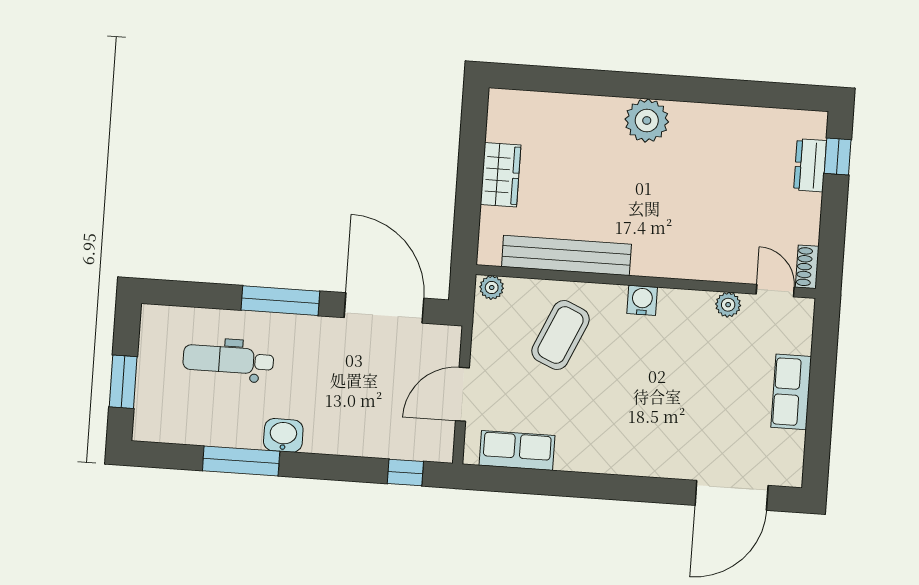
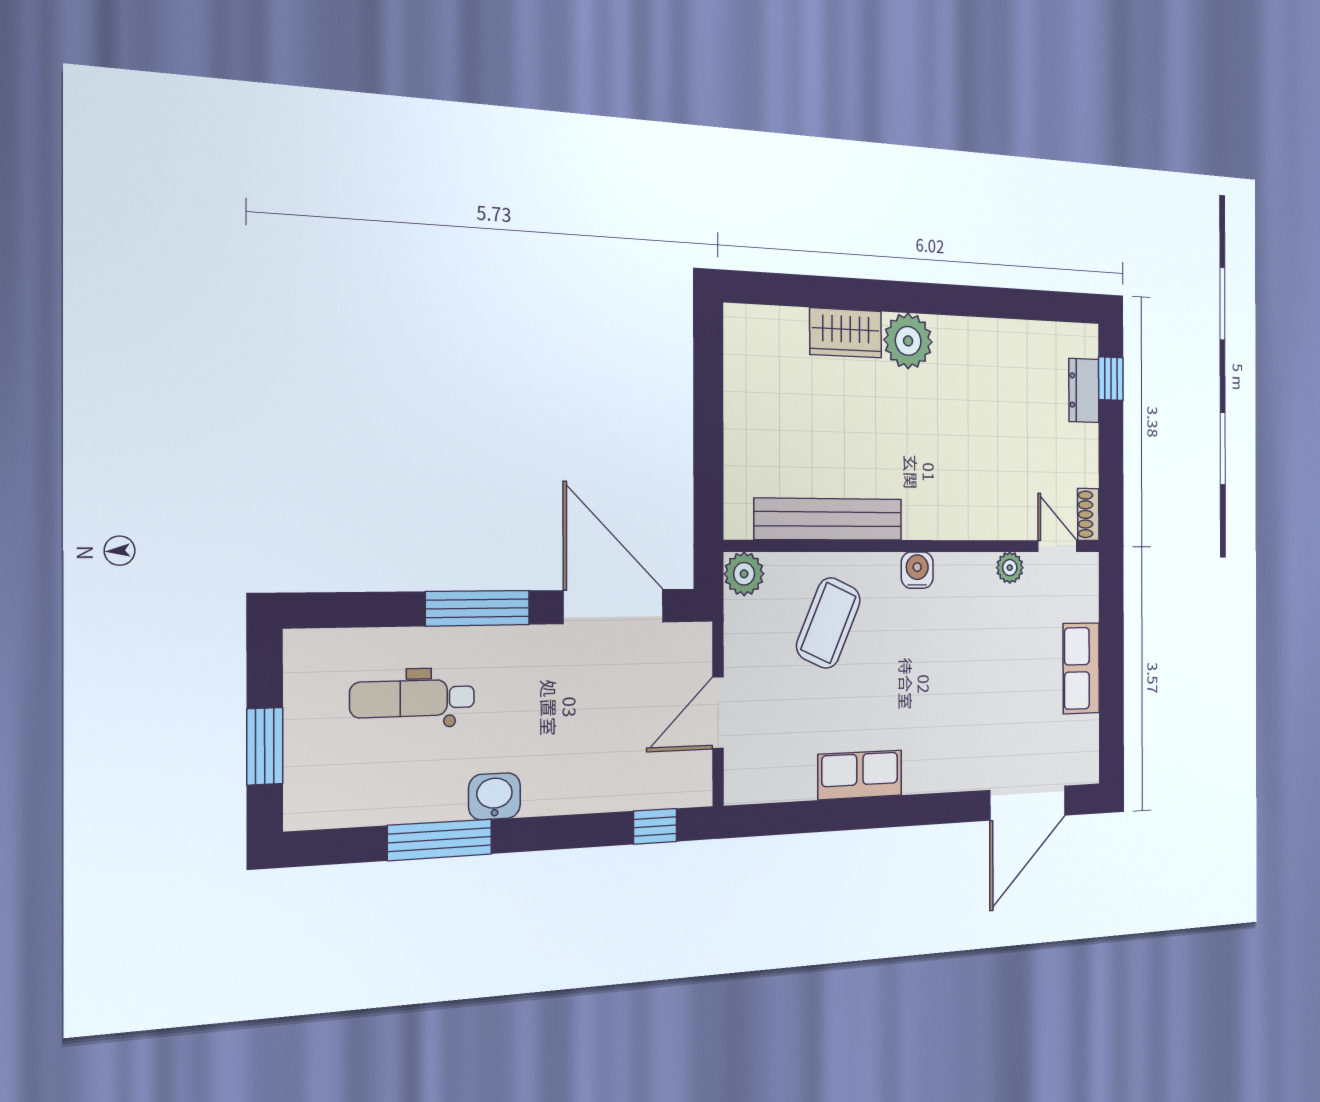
wardrobe: (501, 175) -> (846, 333), moved, turned 90
plant: (492, 287) -> (744, 574), width x1.38, depth x1.38
row of seats: (517, 450) -> (860, 775), moved

